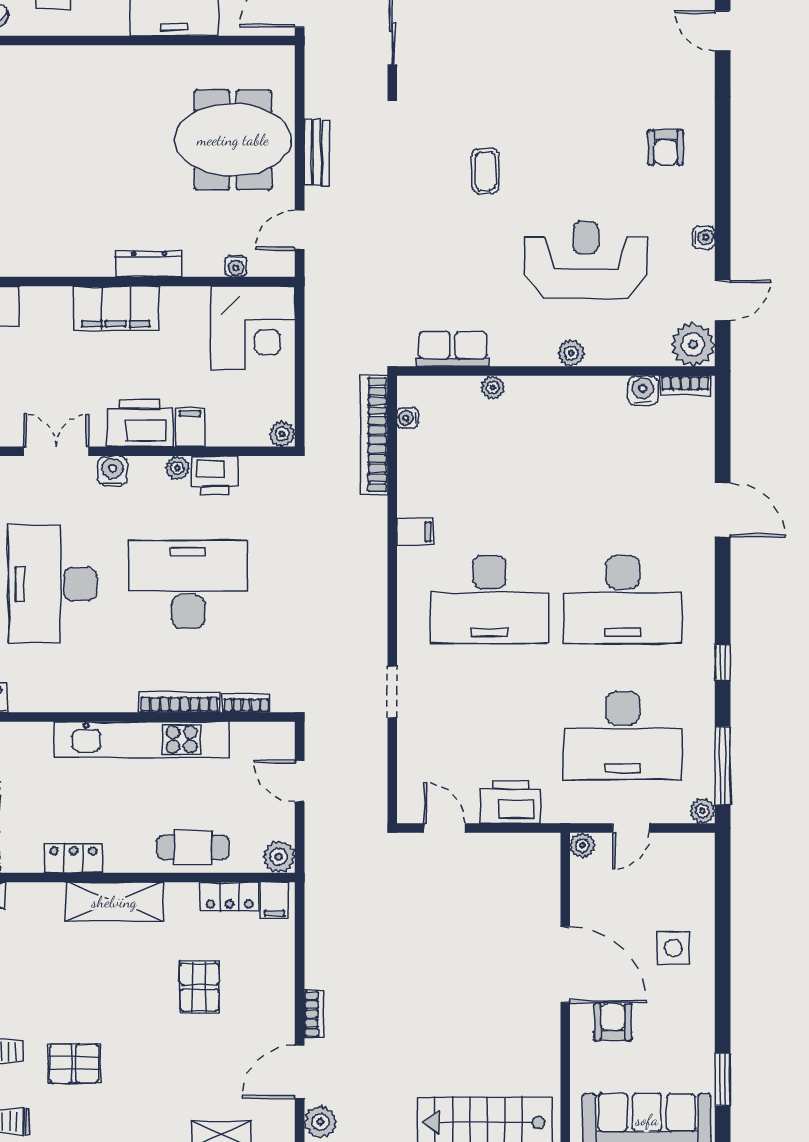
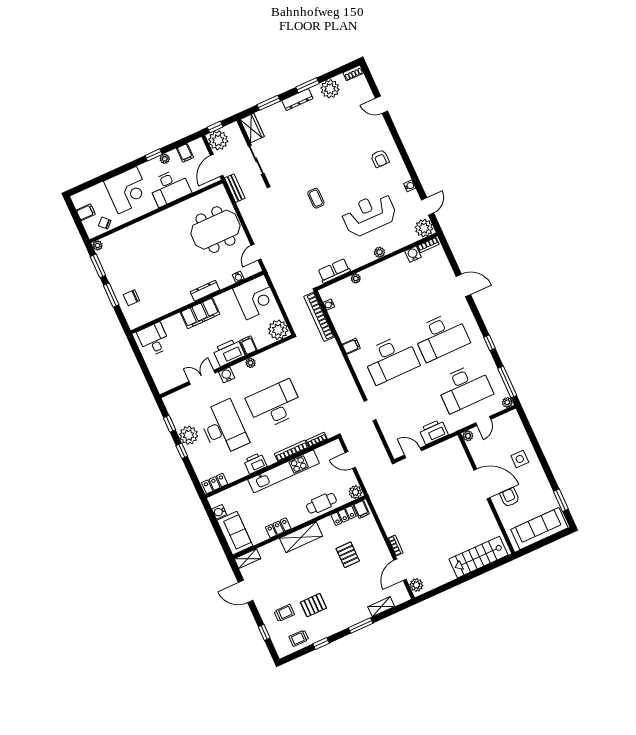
bench: (317, 153) -> (235, 188), moved
plant: (282, 434) -> (278, 330), width x1.87, depth x1.87
printer: (215, 475) -> (255, 463), moved, turned 180
desk: (53, 584) -> (224, 428), turned 180

